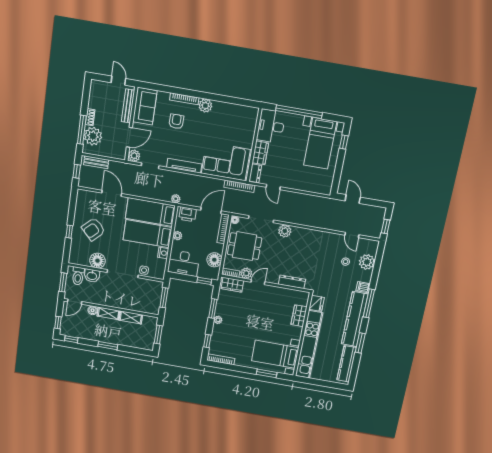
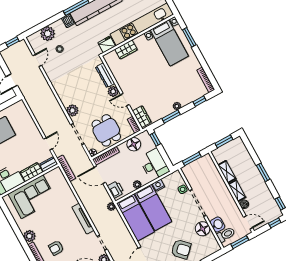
corner sofa: (226, 161) -> (32, 197), moved, turned -90
plant: (246, 273) -> (113, 91), moved

